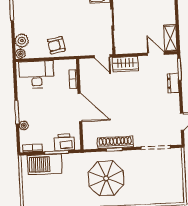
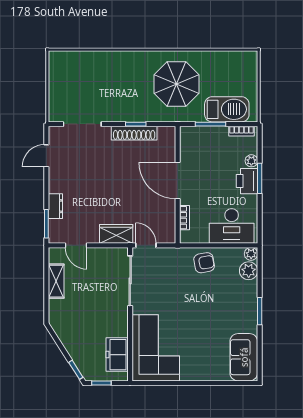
shelving: (170, 38) -> (56, 281), moved
printer: (64, 142) -> (247, 181), moved, turned 90
parasol: (106, 178) -> (177, 84), moved

